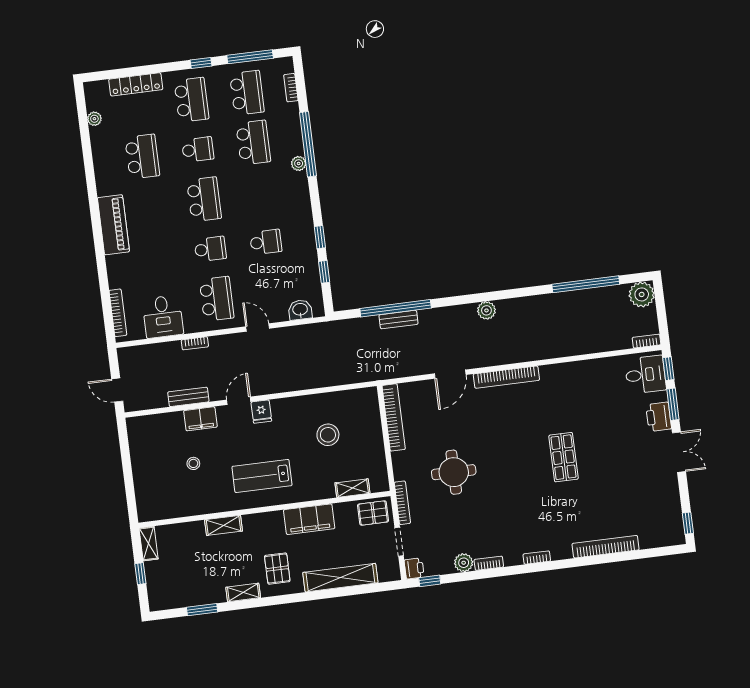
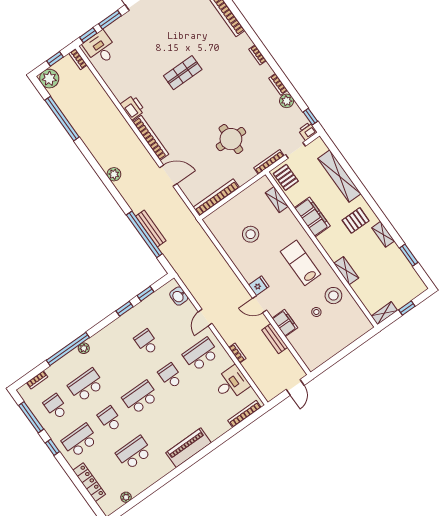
school desk: (247, 93) -> (56, 407), width x0.54
window: (661, 314) -> (55, 59), added
bench: (398, 320) -> (151, 228), width x1.36
printer: (659, 417) -> (132, 107), moved, turned -90
lab bench: (262, 476) -> (301, 263), turned 180
stool: (202, 494) -> (333, 296), added

